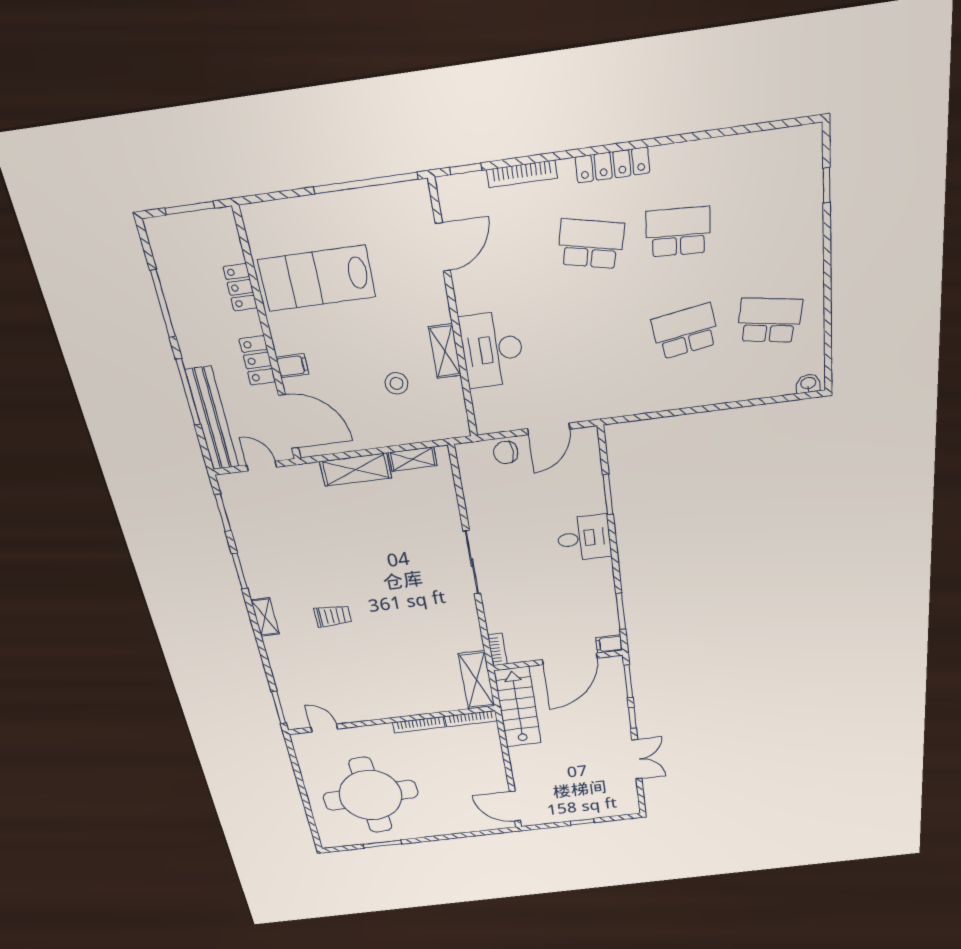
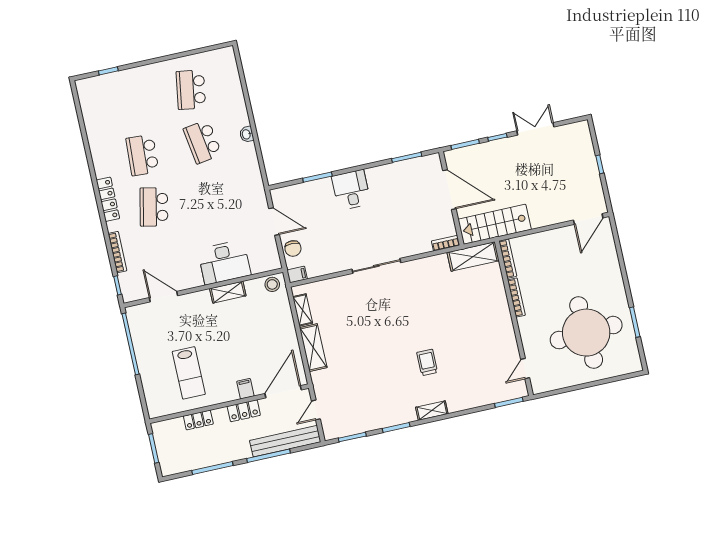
lab bench: (317, 278) -> (189, 373), width x0.73, depth x0.72
stool: (397, 383) -> (272, 284), moved
washbasin: (808, 383) -> (247, 134), moved
filing cabinet: (609, 644) -> (297, 275), moved, turned -90

